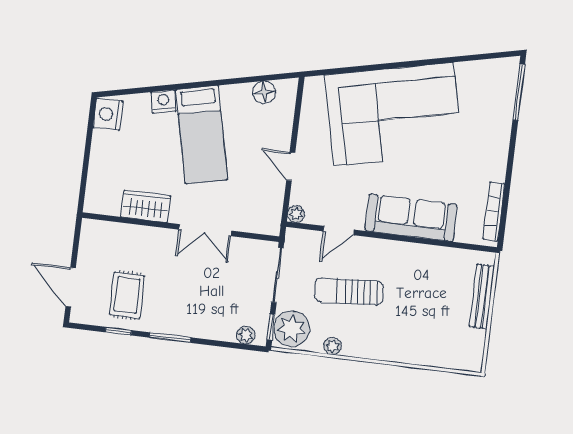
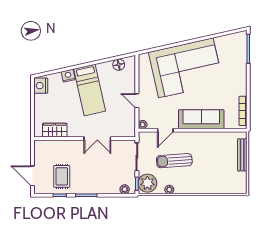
wardrobe: (146, 206) -> (55, 130), moved

